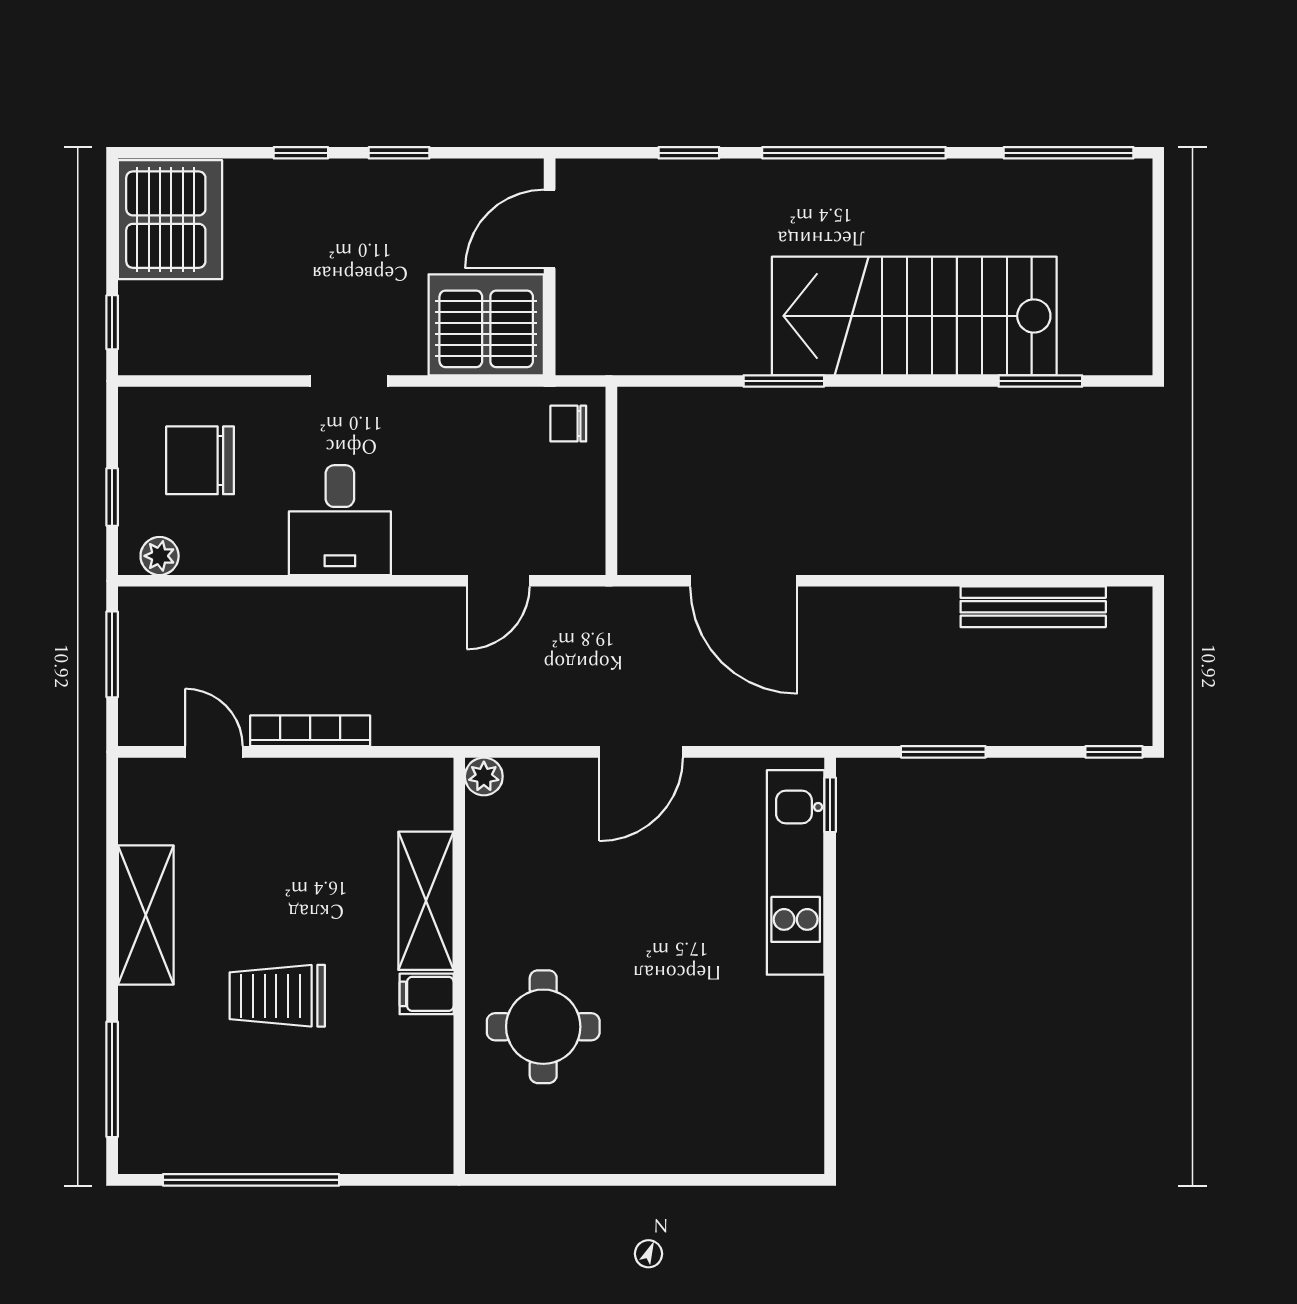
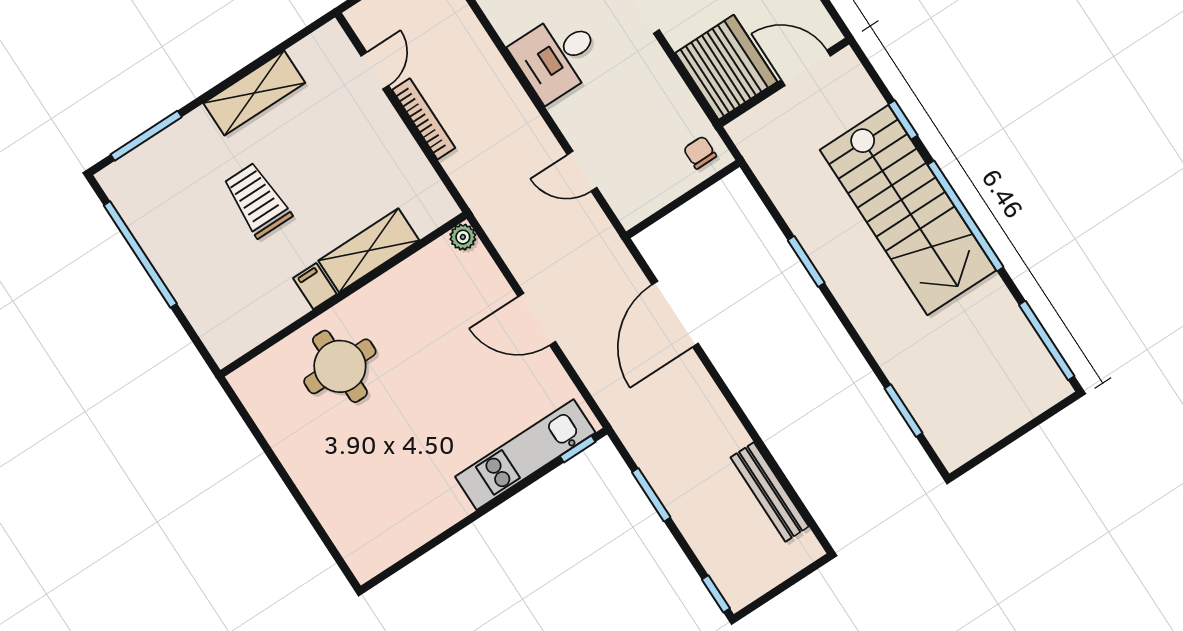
stairs: (914, 316) -> (908, 210), moved, turned 180

